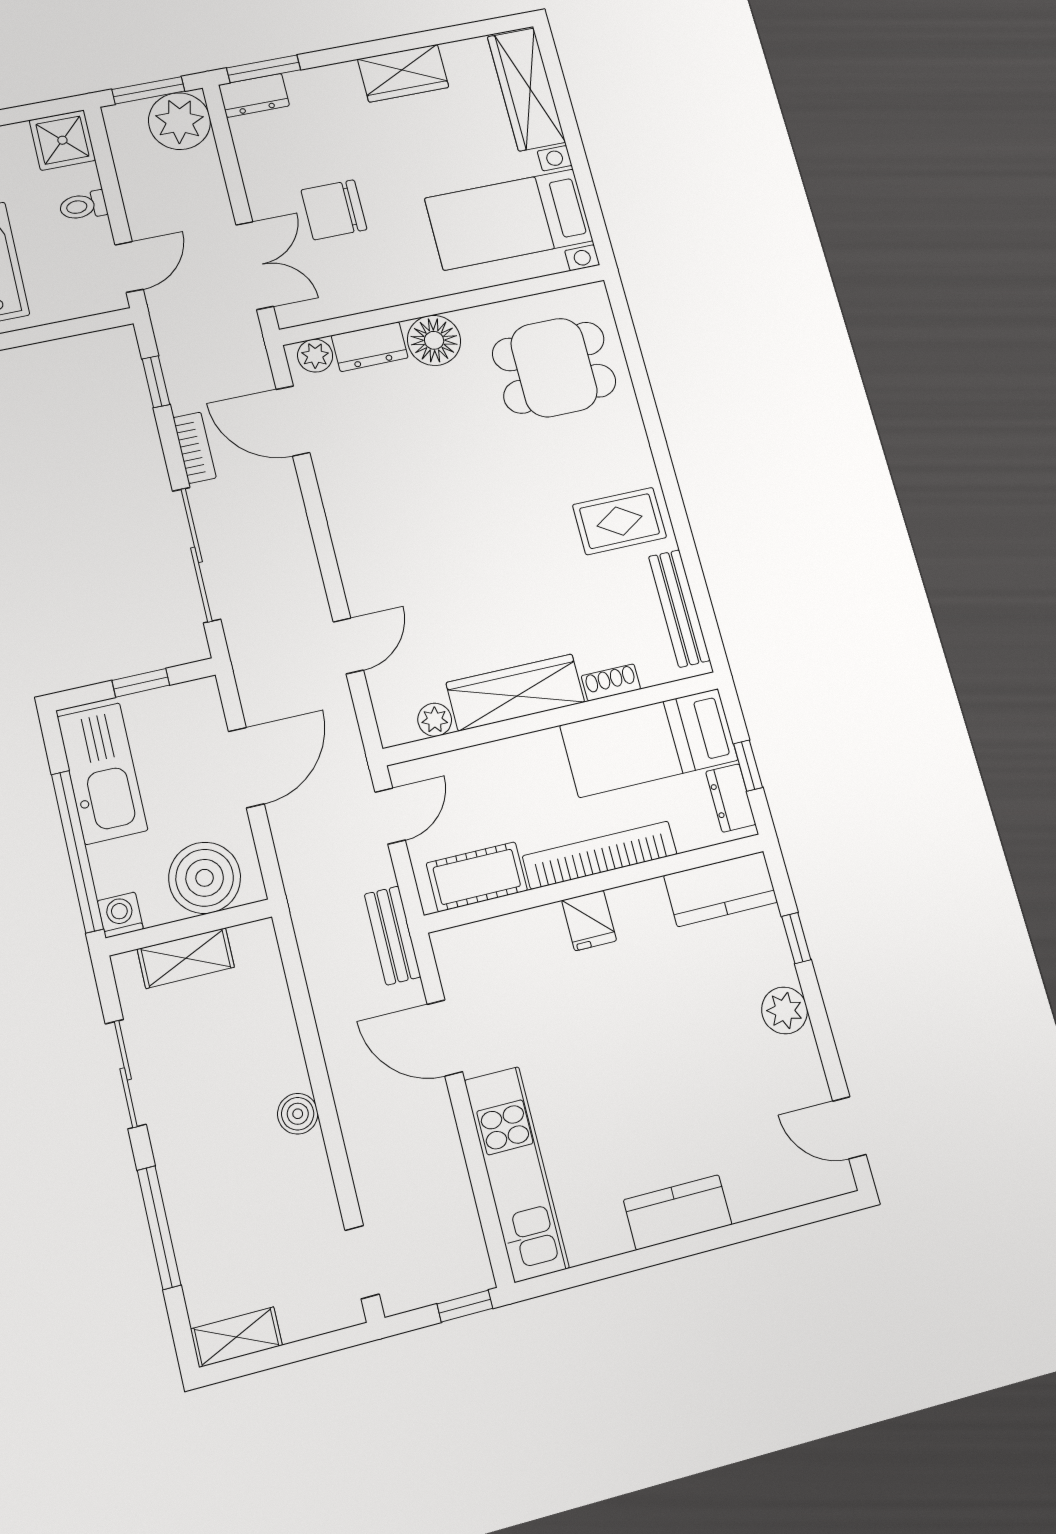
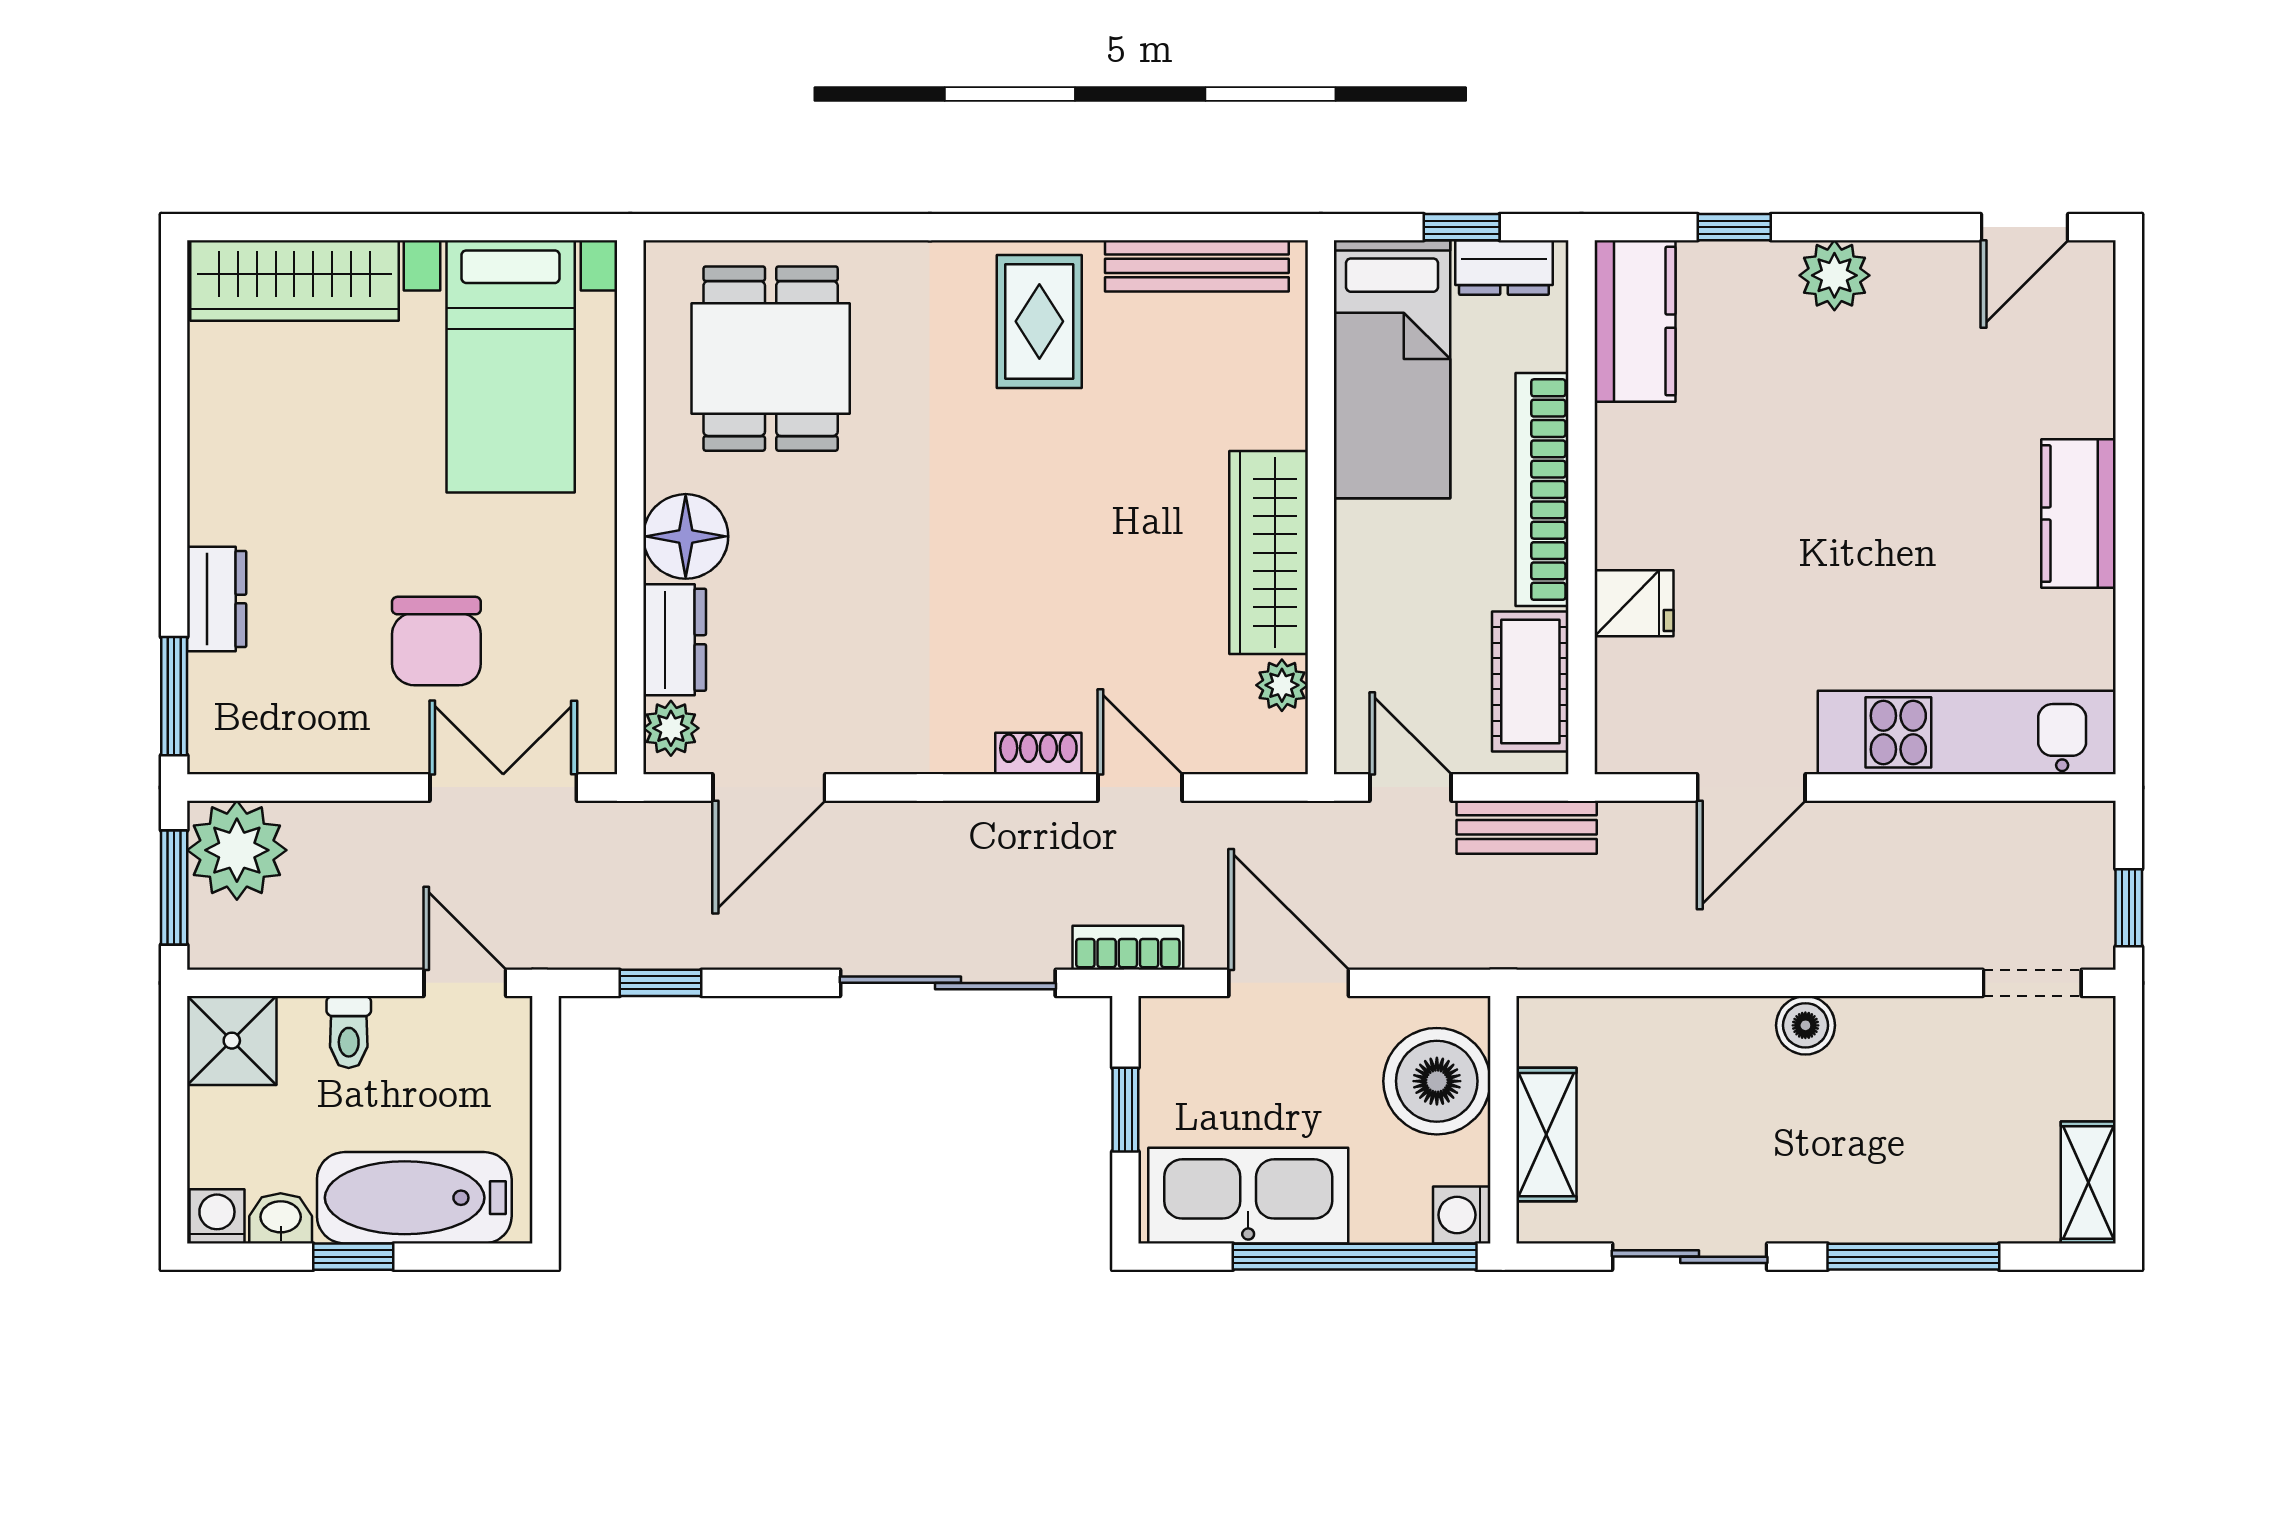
wardrobe: (403, 73) -> (227, 473), removed
dresser: (254, 95) -> (217, 599), moved
bookcase: (195, 448) -> (1128, 948), moved
shoe rack: (611, 682) -> (1038, 754), moved, turned 90
fridge: (589, 921) -> (1634, 603), moved
bench: (392, 935) -> (1527, 827), moved
window: (465, 1306) -> (2129, 908), moved

